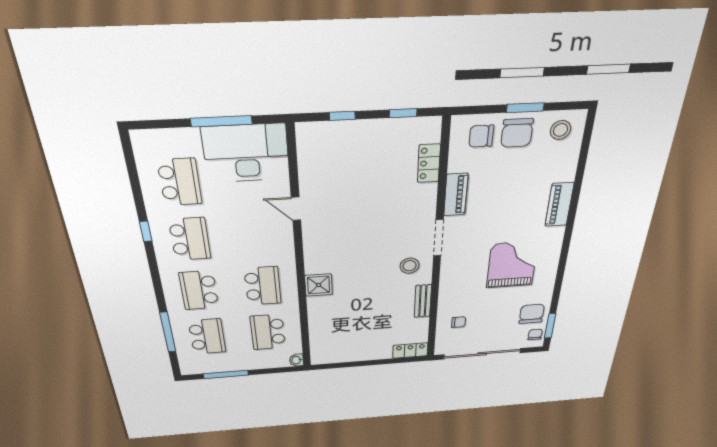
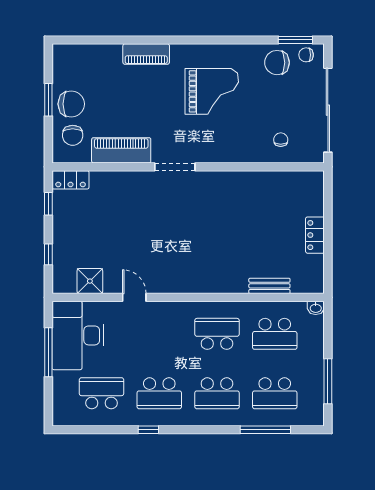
stool: (561, 130) -> (70, 65), removed
locker: (429, 163) -> (71, 180), moved
piano: (456, 195) -> (121, 150), width x1.37, depth x1.33
door: (296, 209) -> (134, 297), swing flipped
school desk: (190, 239) -> (159, 393), turned 180
grand piano: (512, 265) -> (212, 91), turned 180
stool: (410, 266) -> (205, 193), removed
shower: (319, 285) -> (90, 281), moved
bench: (423, 301) -> (269, 286), moved
school desk: (207, 337) -> (275, 393), turned 180
locker: (410, 351) -> (315, 235), moved

